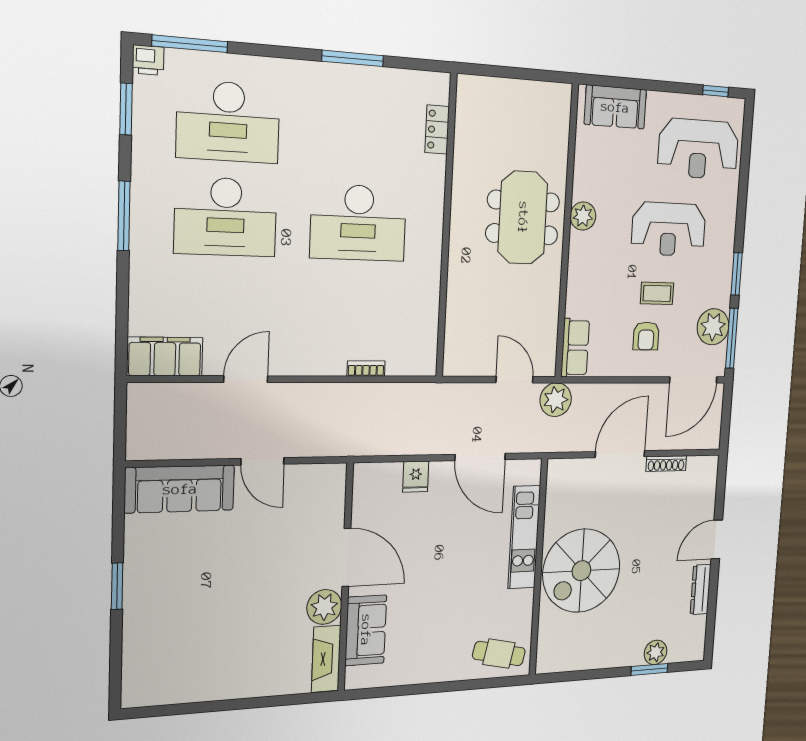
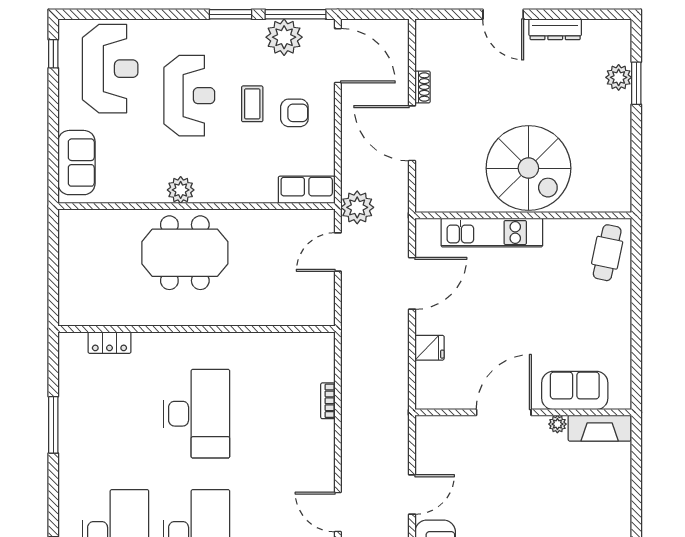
shoe rack: (666, 464) -> (422, 87), width x0.70
plant: (324, 607) -> (557, 424), width x0.53, depth x0.53

